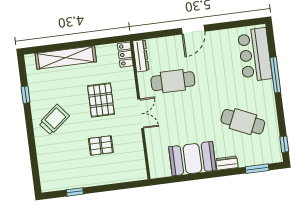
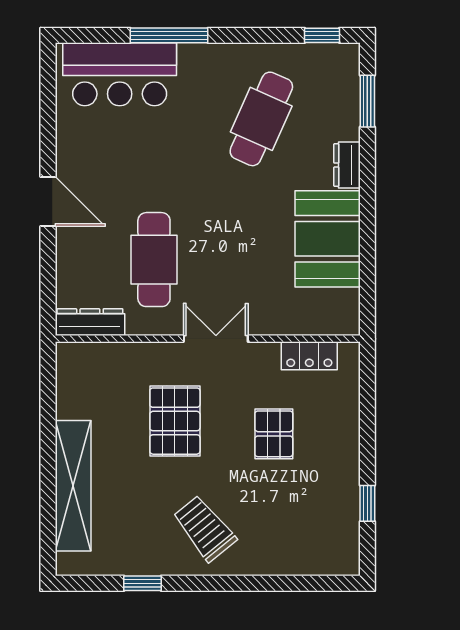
locker: (125, 55) -> (309, 356), moved
pallet: (101, 100) -> (175, 421), turned 90

